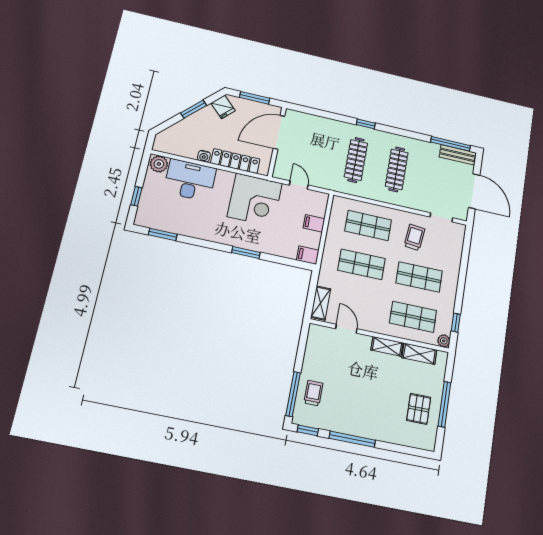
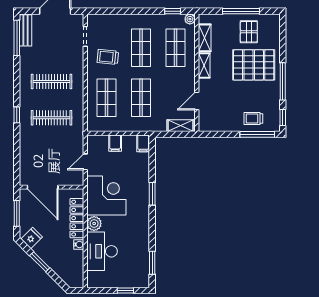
plant: (159, 164) -> (94, 224), moved
pallet: (378, 407) -> (254, 65), added
pallet: (419, 409) -> (249, 32), turned 90

